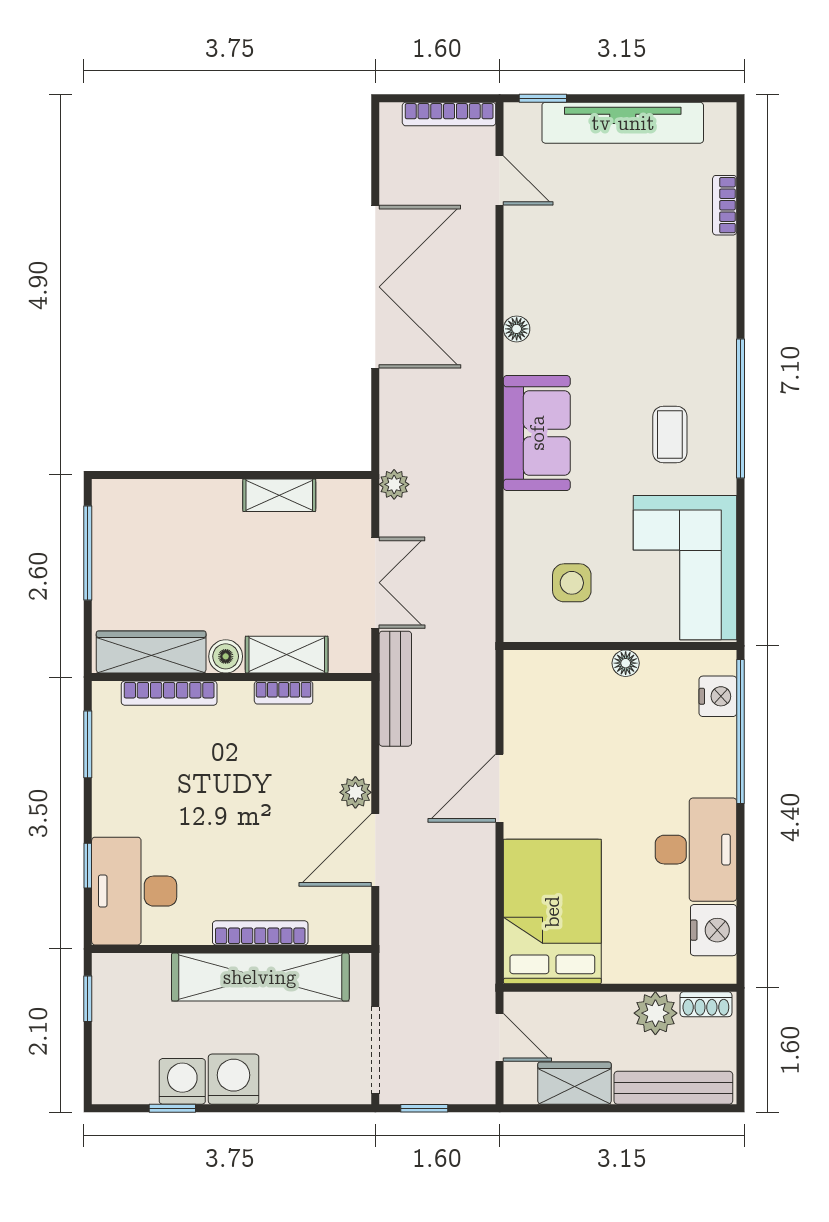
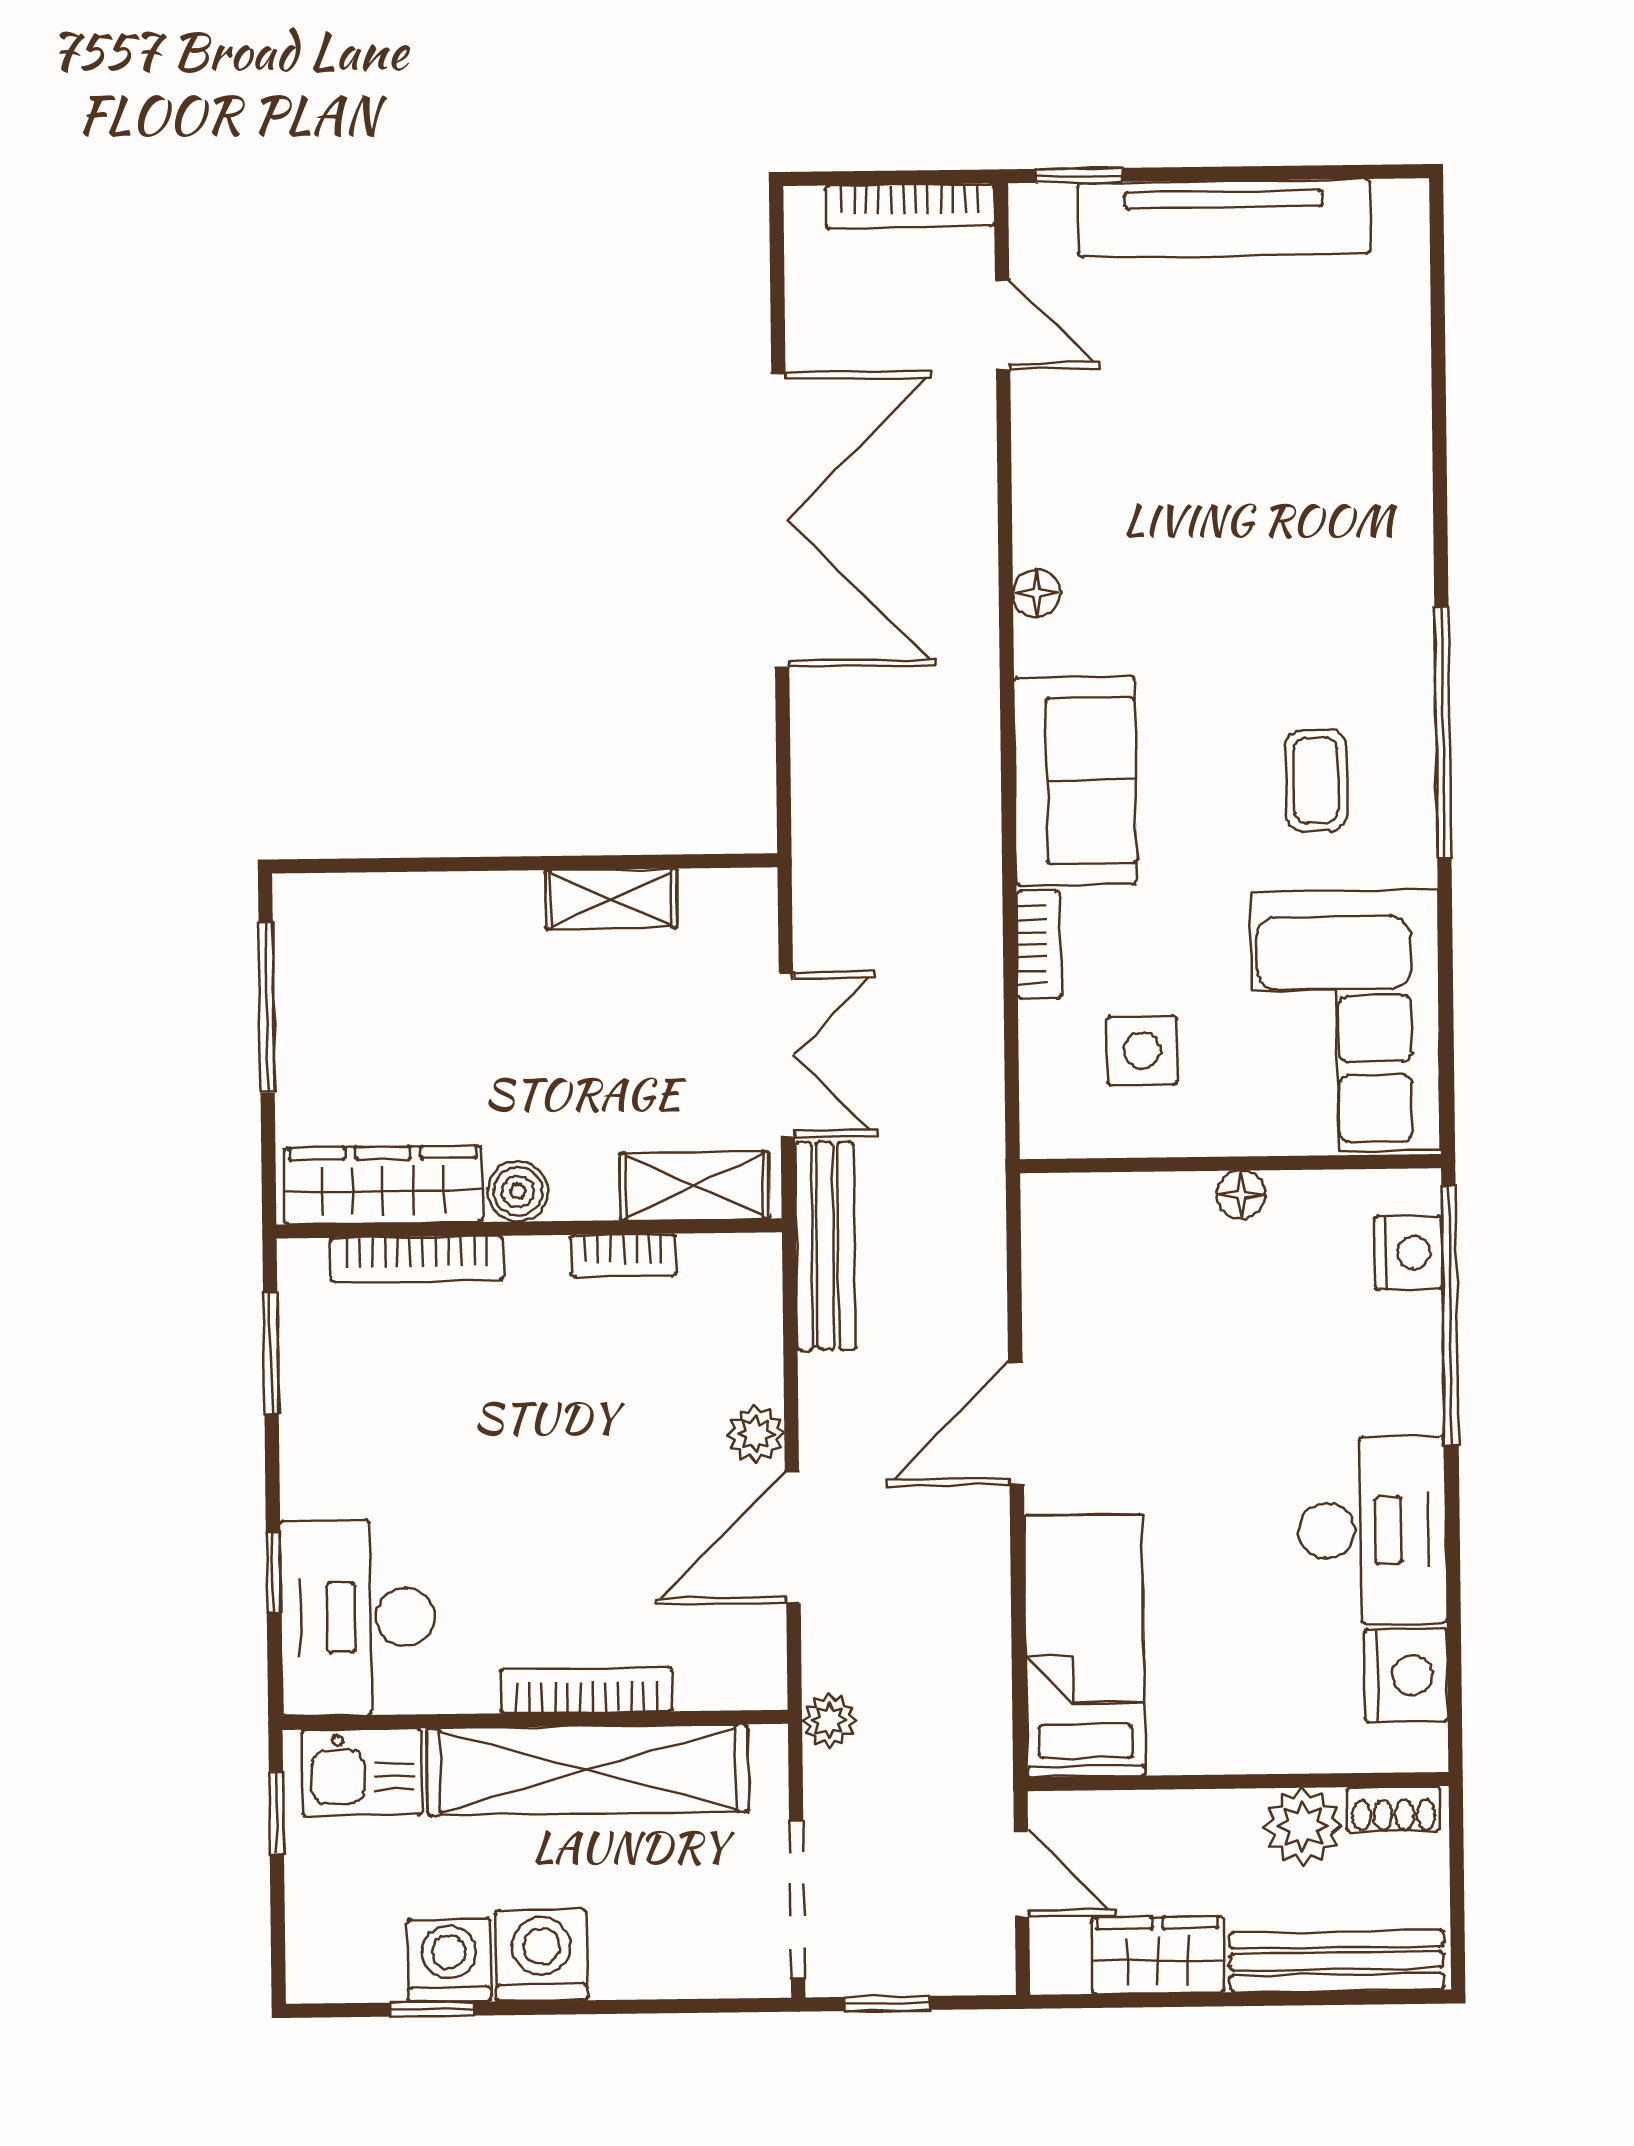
bookcase: (725, 205) -> (1039, 945), moved, turned 180
plant: (394, 484) -> (829, 1721), moved
shelving: (287, 655) -> (695, 1186), moved
bed: (552, 912) -> (1085, 1645), width x0.67
kitchen sink: (135, 977) -> (362, 1772), added

